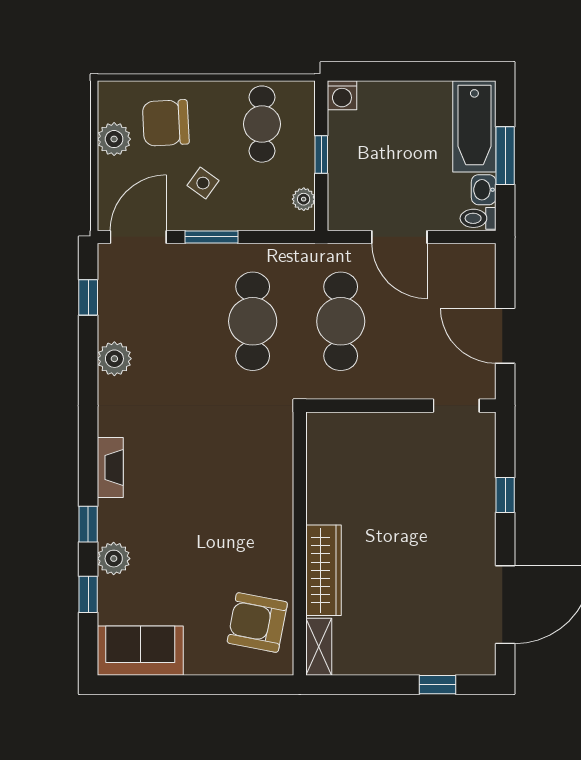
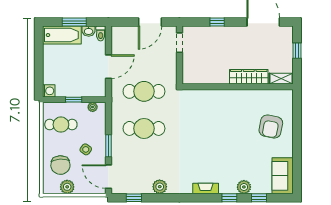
wall: (300, 544) -> (238, 87), moved
wardrobe: (323, 570) -> (249, 77), moved
shelving: (319, 647) -> (281, 79), moved

